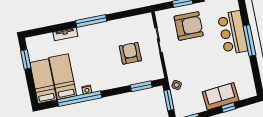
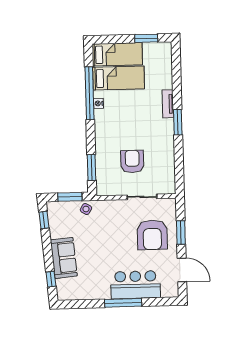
window: (91, 21) -> (178, 122), width x0.69
tv unit: (65, 34) -> (168, 104), moved
armchair: (130, 53) -> (132, 161), turned -90
window: (228, 108) -> (51, 279), moved

